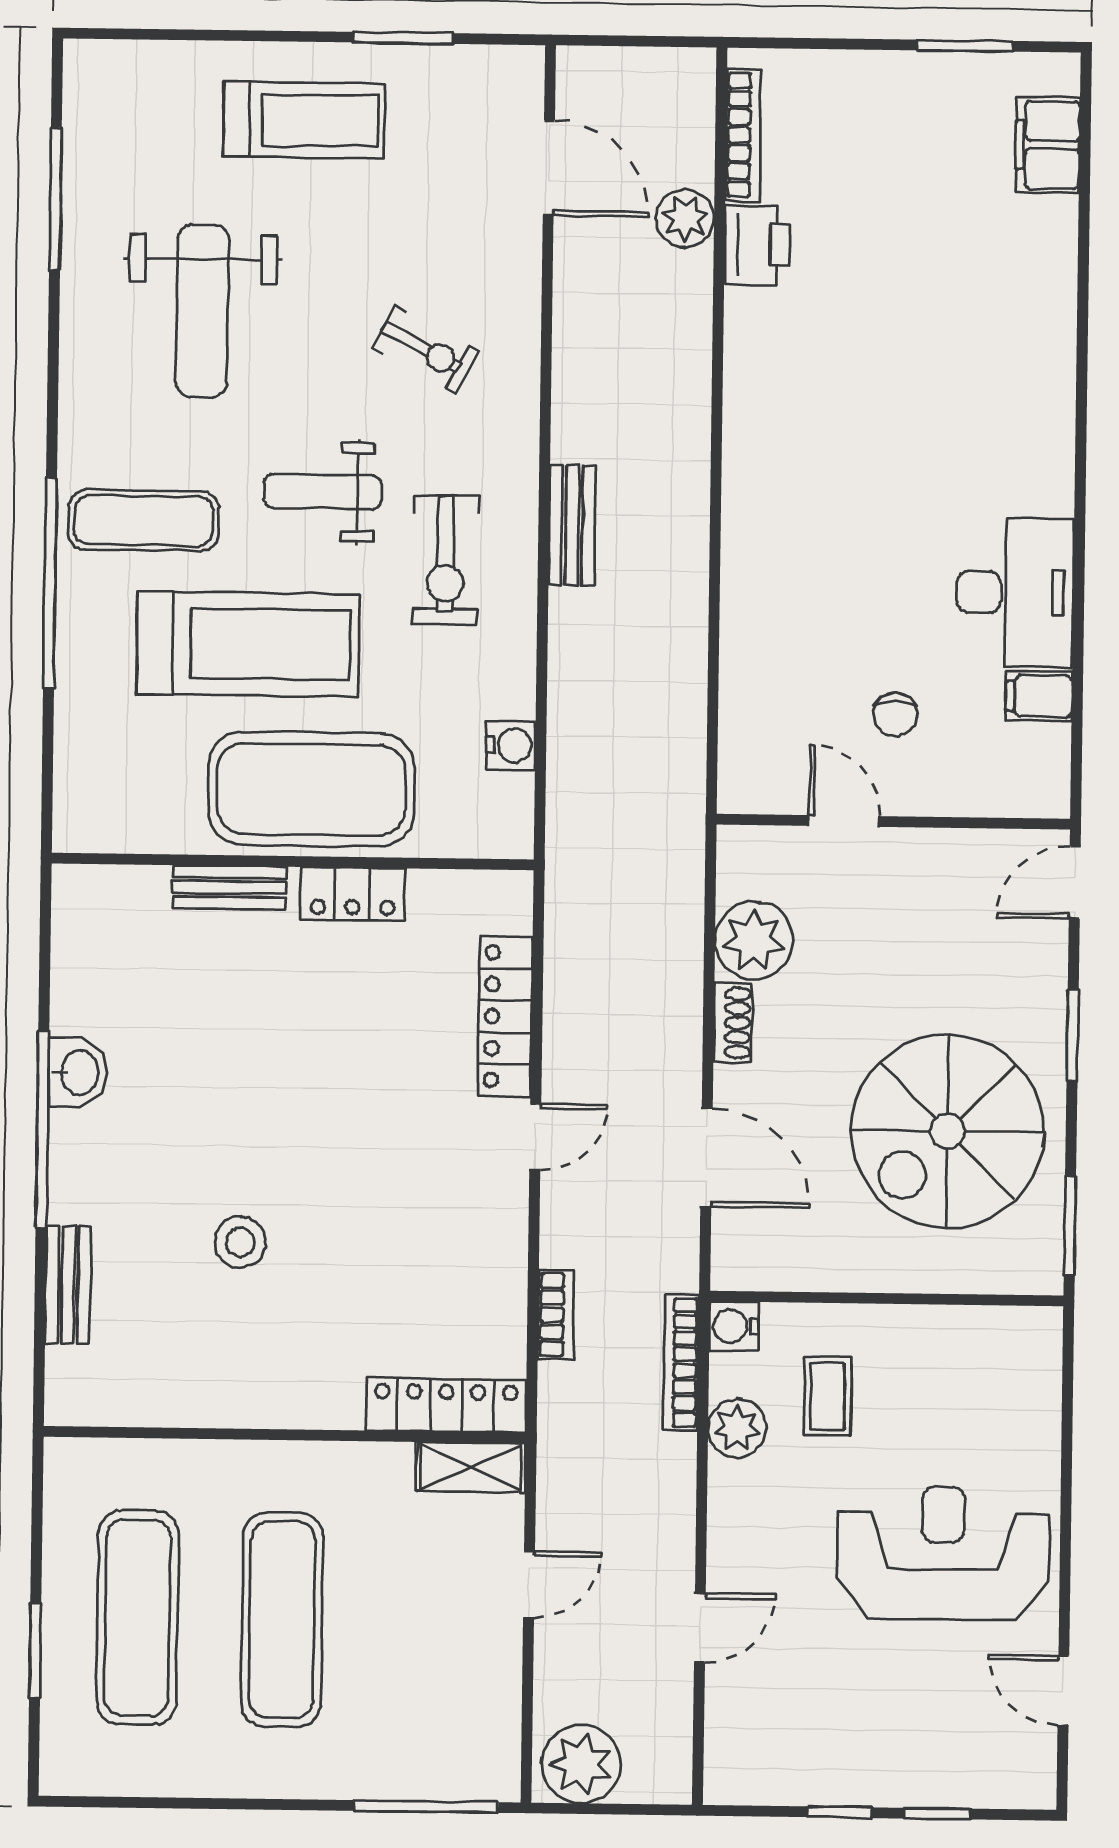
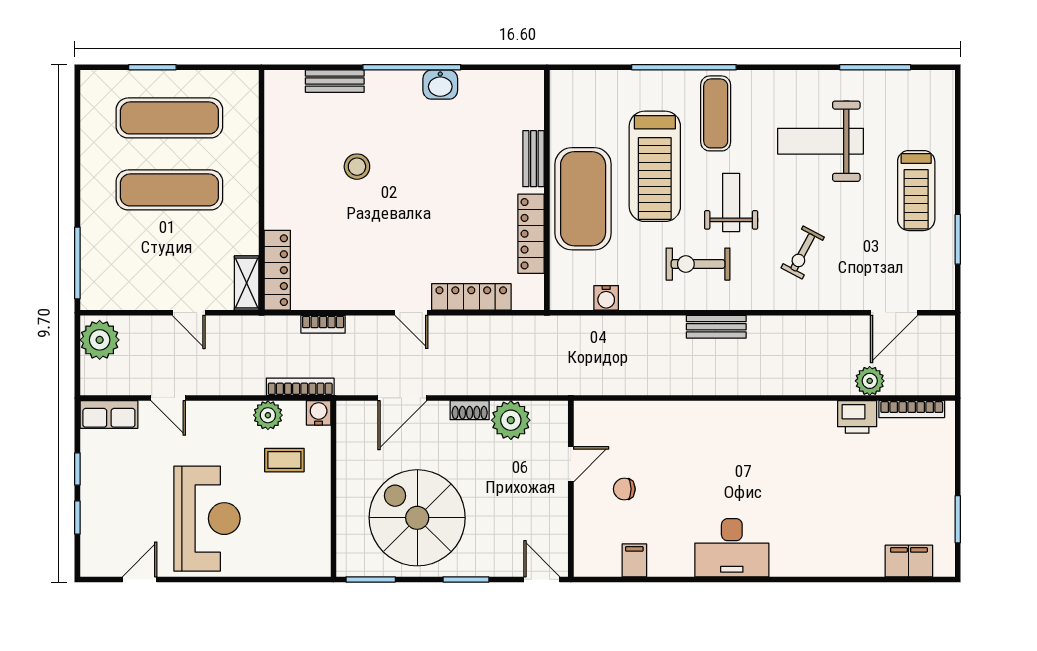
desk: (1015, 592) -> (732, 548), moved
locker: (353, 894) -> (531, 234), width x1.53
row of seats: (731, 1747) -> (109, 415), added

